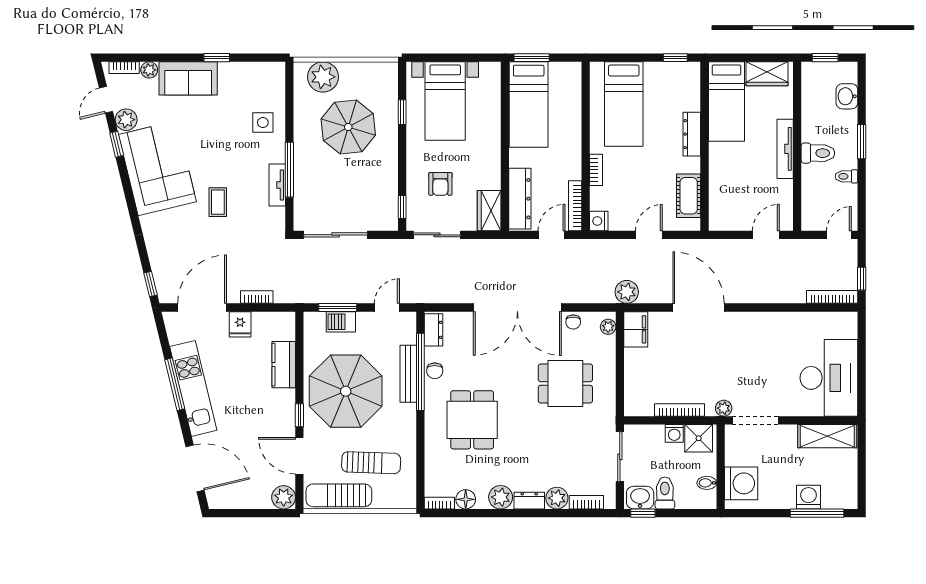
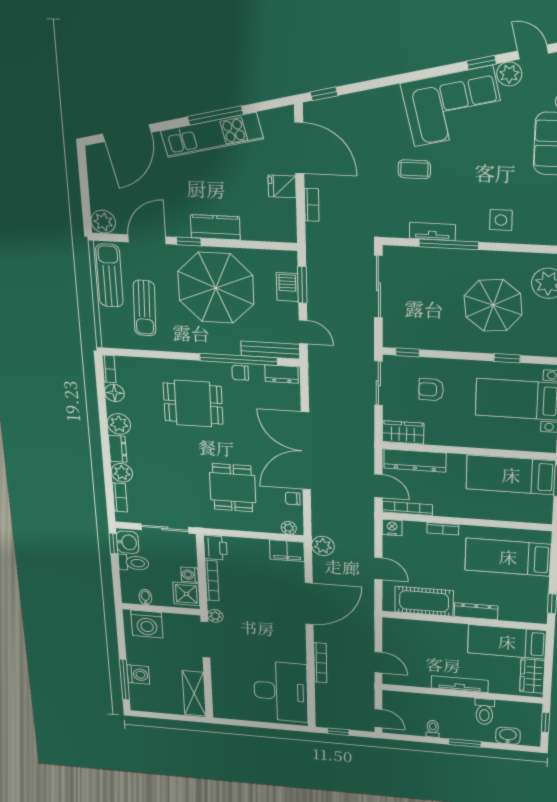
toilet: (818, 153) -> (484, 712), moved
cot: (689, 196) -> (424, 601), width x1.37, depth x1.34
bookcase: (832, 297) -> (320, 663), moved
kitchen counter: (284, 365) -> (215, 227), moved
bench: (408, 374) -> (270, 350), moved
desk: (829, 378) -> (281, 691), moved, turned -90
printer: (639, 405) -> (215, 548), added

